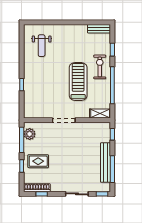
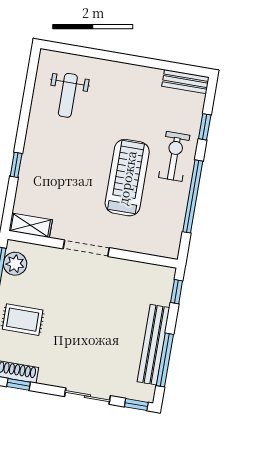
shelving: (100, 114) -> (31, 225), moved

